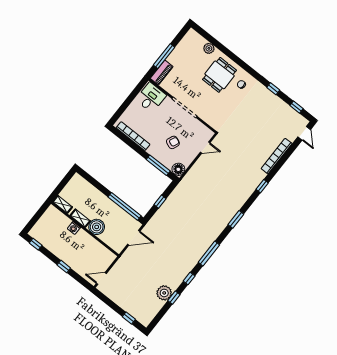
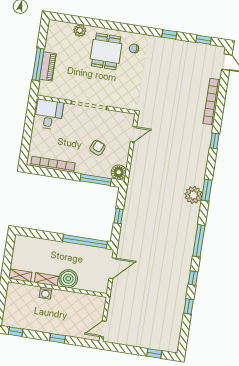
piano: (162, 73) -> (48, 66), moved
plant: (164, 293) -> (193, 195), moved

